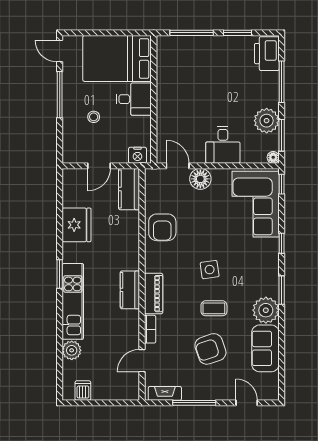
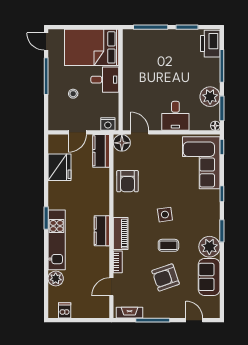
floor lamp: (200, 179) -> (122, 143), moved
fridge: (76, 225) -> (60, 167), moved

